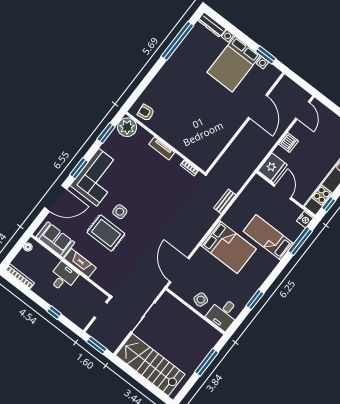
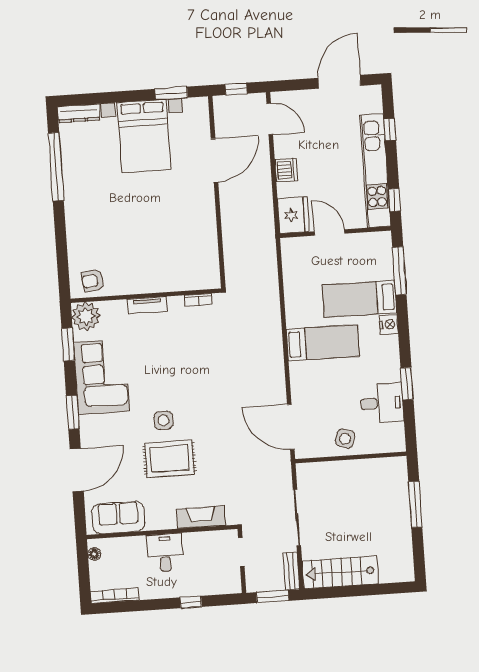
window: (299, 81) -> (236, 89), added
door: (258, 107) -> (215, 160), hinge flipped
corner sofa: (98, 177) -> (102, 377), moved
bench: (225, 201) -> (291, 571), moved
nightstand: (305, 220) -> (389, 324), moved
bed: (228, 247) -> (323, 343), width x0.67
fireplace: (80, 263) -> (201, 517), moved
desk: (223, 314) -> (382, 403), moved, turned -90
stairs: (150, 365) -> (340, 572), width x0.73, depth x0.66

